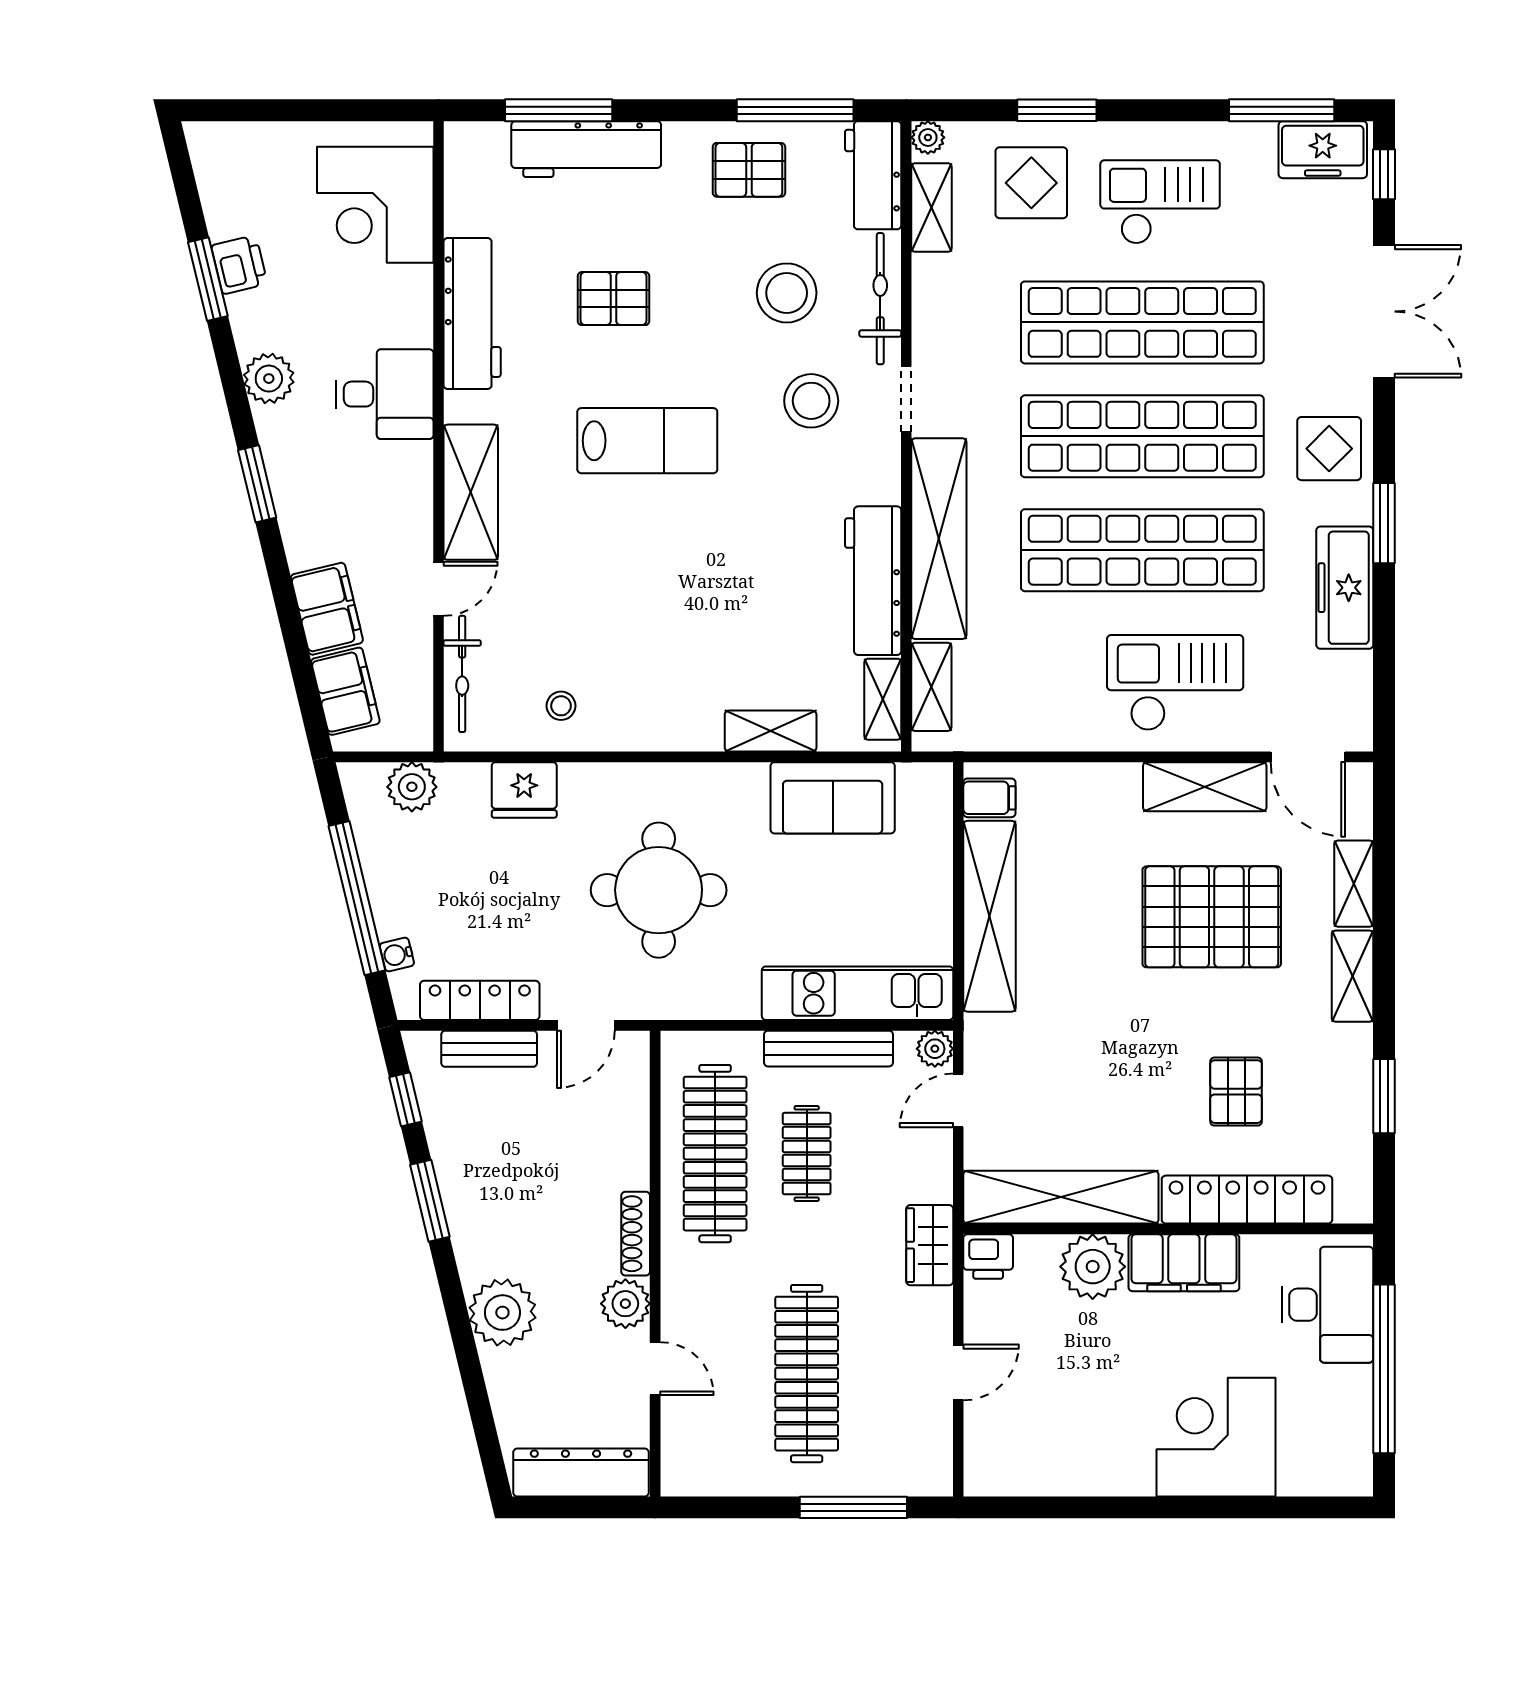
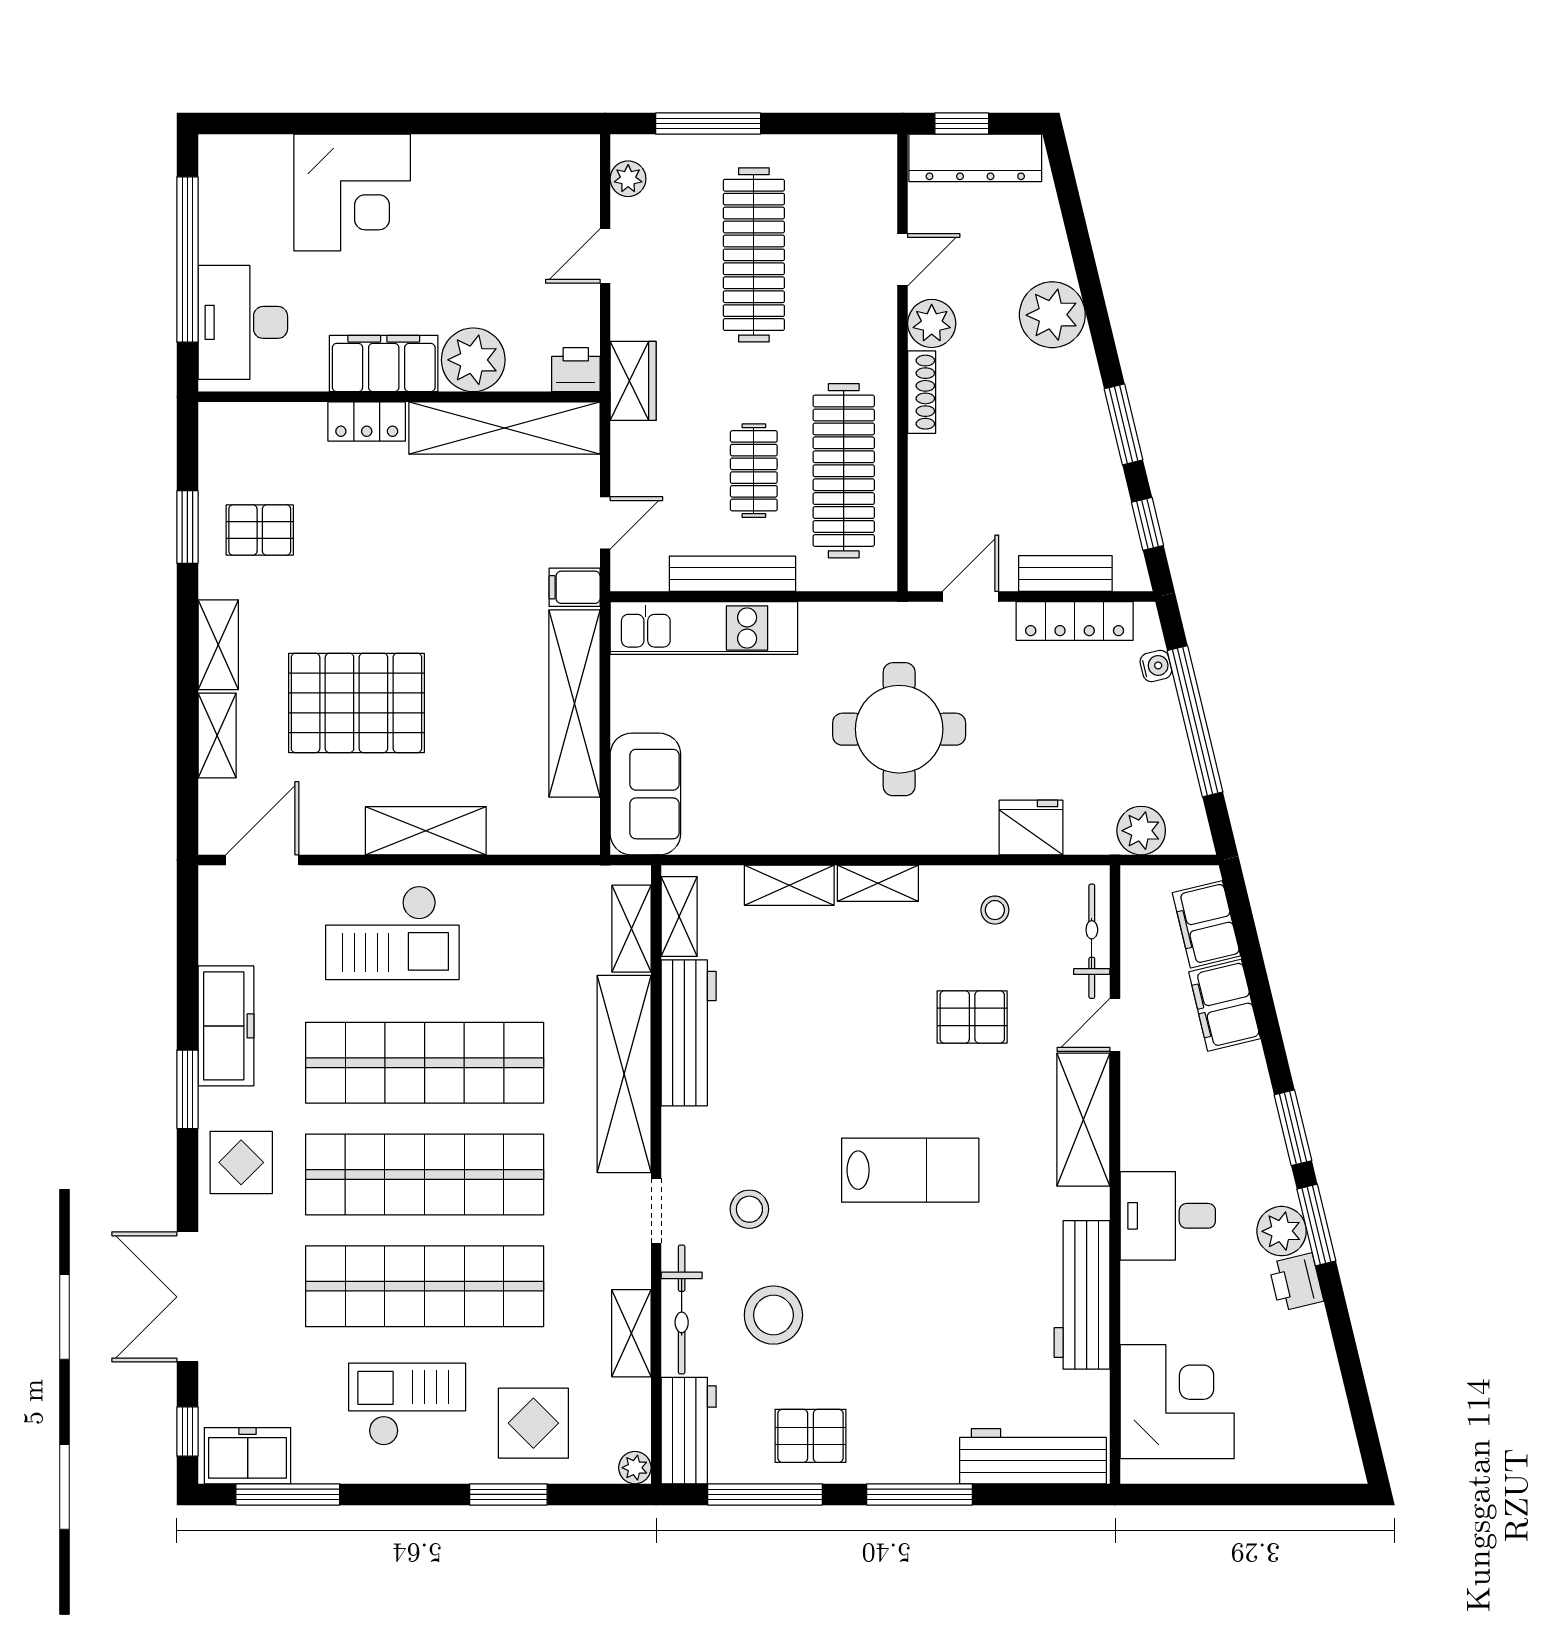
window: (559, 110) -> (920, 1494), moved
workbench: (586, 149) -> (1033, 1456), moved
checkout: (1160, 202) -> (407, 1404), turned 180
shelving: (931, 208) -> (631, 1333), moved
printer: (239, 265) -> (1296, 1282), moved
window: (208, 279) -> (1316, 1225), moved
pallet: (614, 299) -> (972, 1017), moved
stool: (811, 401) -> (749, 1209), width x0.73, depth x0.73
lab bench: (647, 441) -> (910, 1170), turned 180
shelving: (680, 733) -> (878, 883), added
door: (1308, 757) -> (262, 860), hinge flipped
shelving: (1205, 787) -> (426, 831), moved
sofa: (833, 798) -> (645, 794), moved, turned 90
filing cabinet: (989, 798) -> (575, 587), moved
plant: (935, 1049) -> (628, 179), moved
pallet: (1236, 1092) -> (260, 530), moved, turned 90
locker: (1247, 1200) -> (367, 421), width x0.46, depth x0.83
door: (655, 1369) -> (903, 260), swing flipped
window: (595, 1507) -> (962, 124), added

